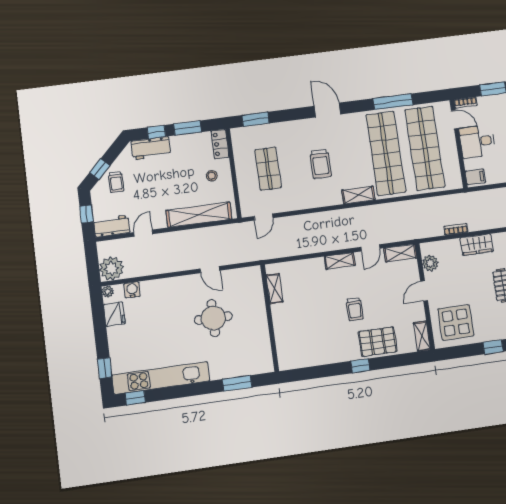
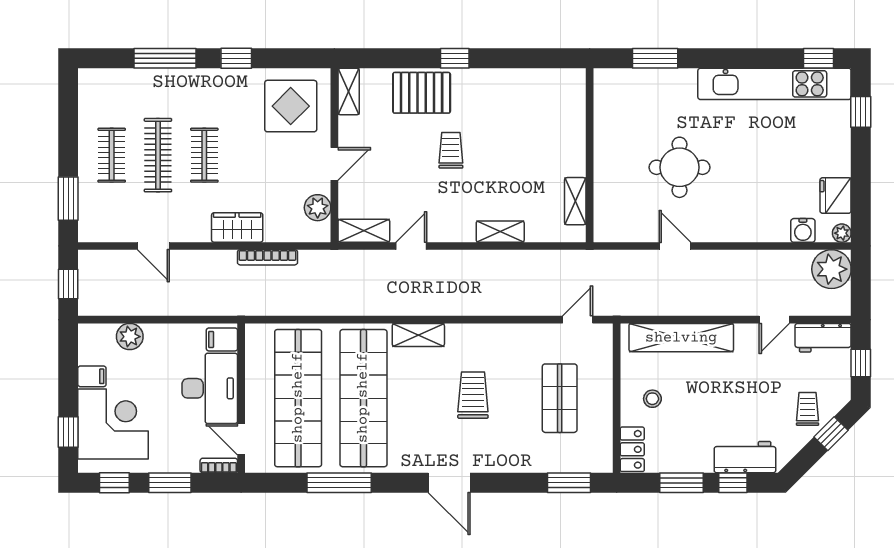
desk: (477, 141) -> (210, 388), width x1.37
bookcase: (456, 229) -> (267, 257), width x1.56
shelving: (340, 261) -> (500, 232), moved

